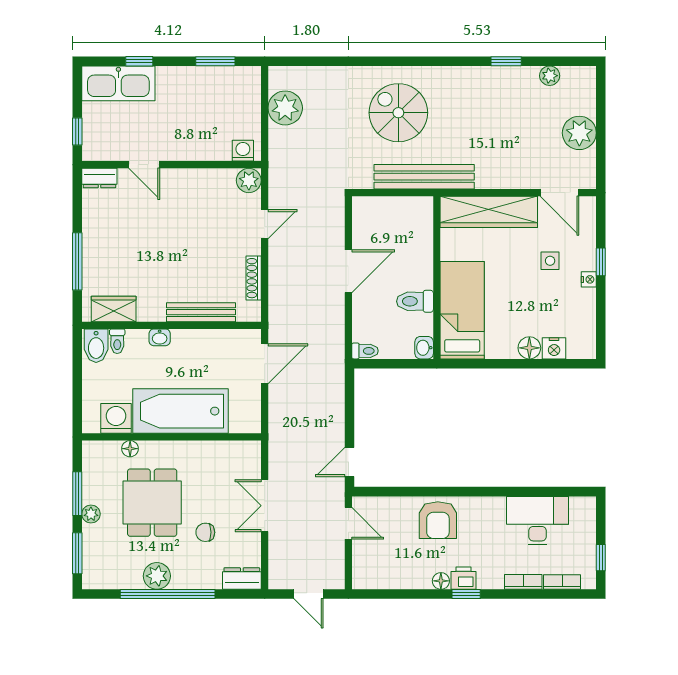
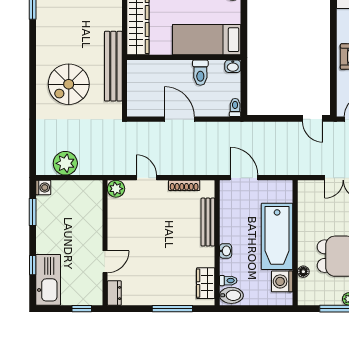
washing machine: (243, 151) -> (43, 187), moved, turned 180

